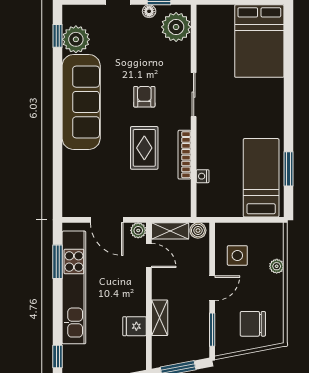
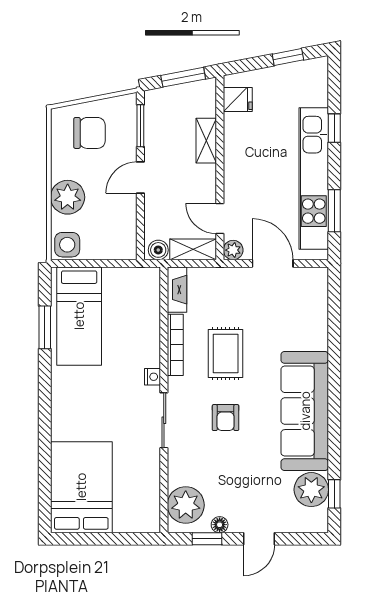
nightstand: (203, 176) -> (152, 377), moved
fireplace: (183, 199) -> (177, 290), added
side table: (237, 255) -> (67, 245), moved
plant: (277, 266) -> (68, 197), width x1.87, depth x1.87
fridge: (135, 326) -> (238, 100), moved
window: (58, 356) -> (334, 128), moved

